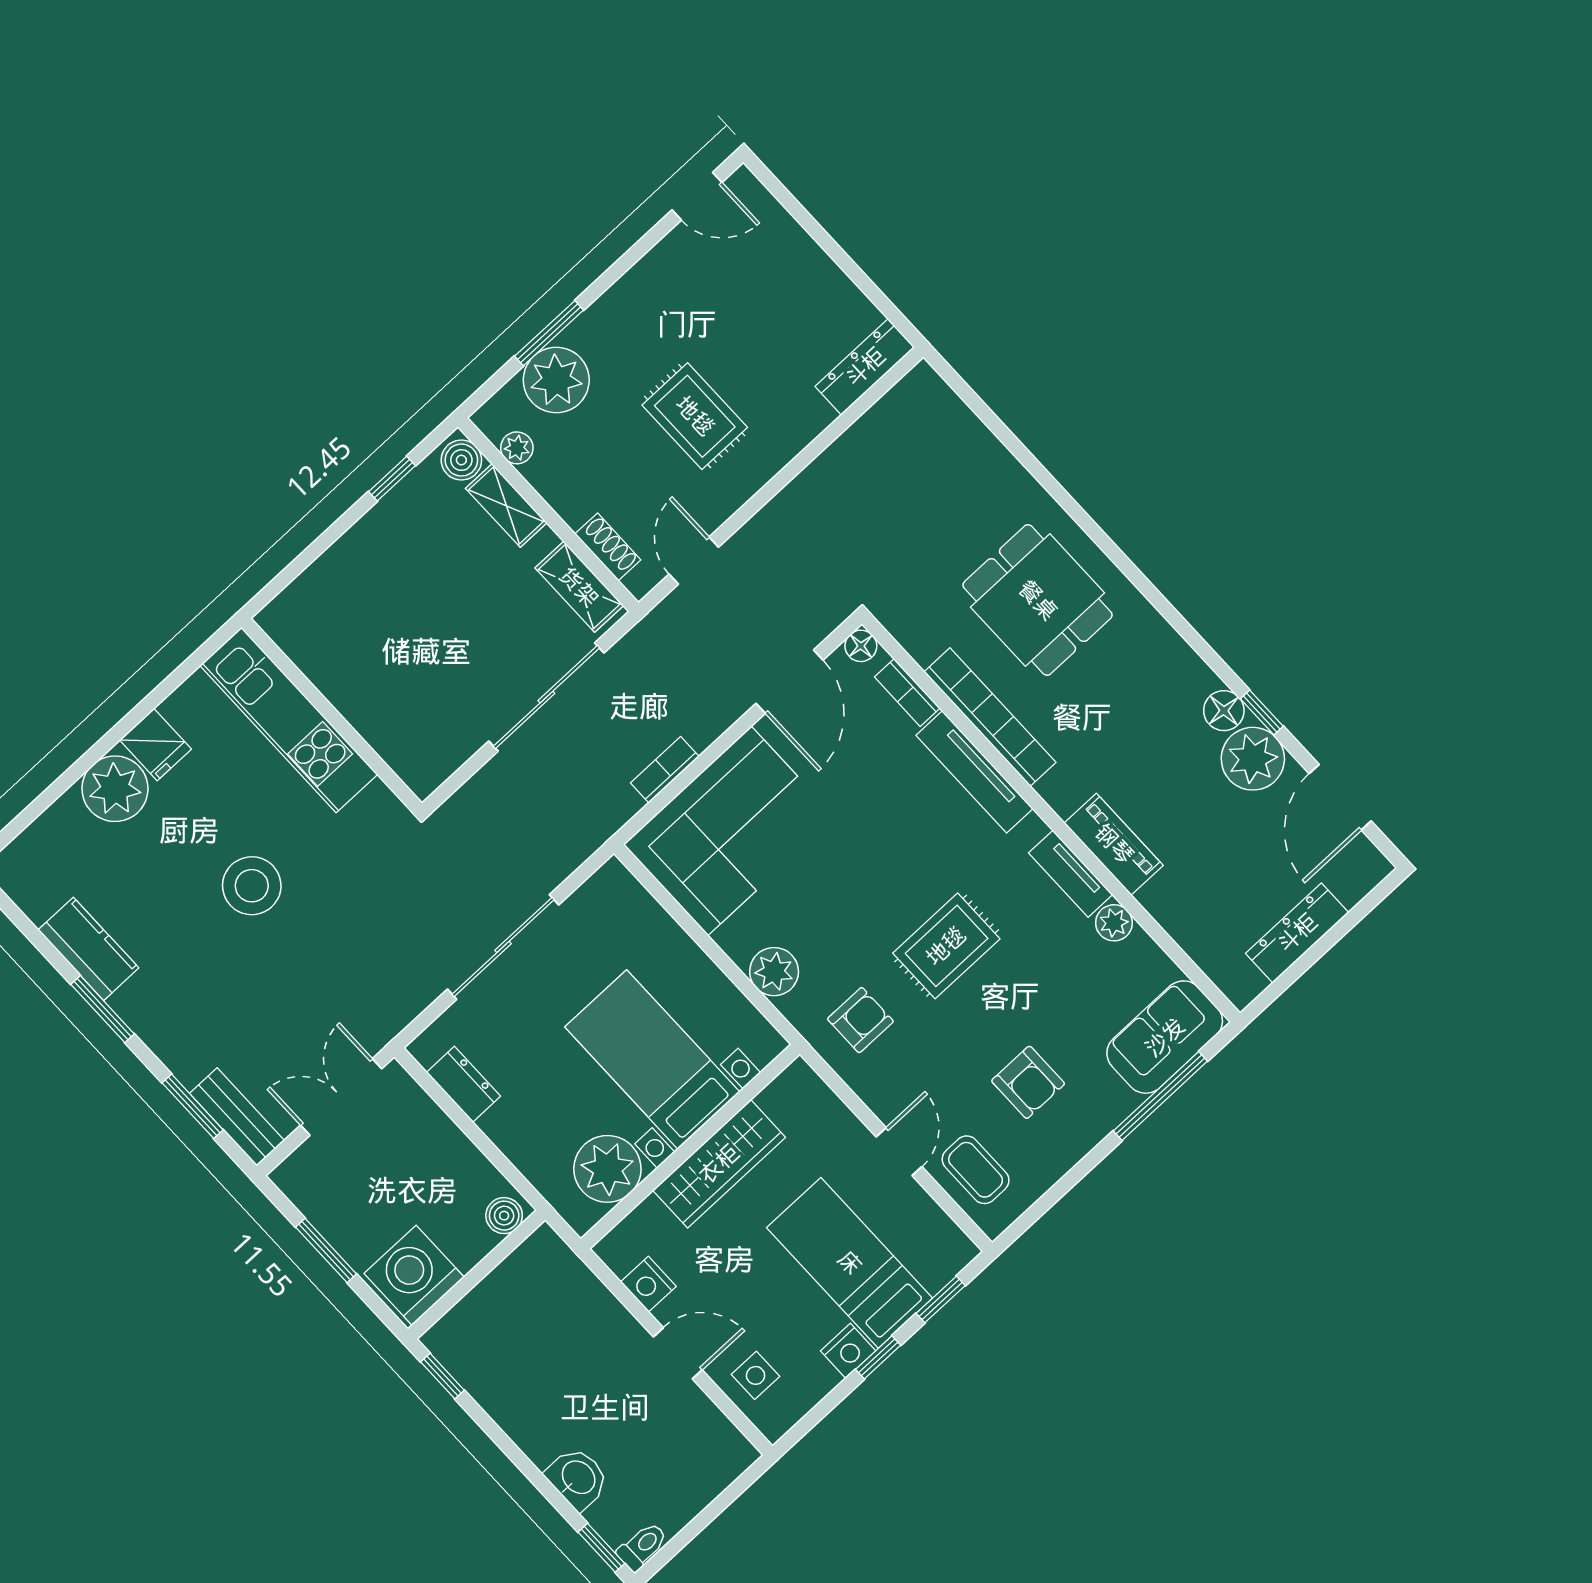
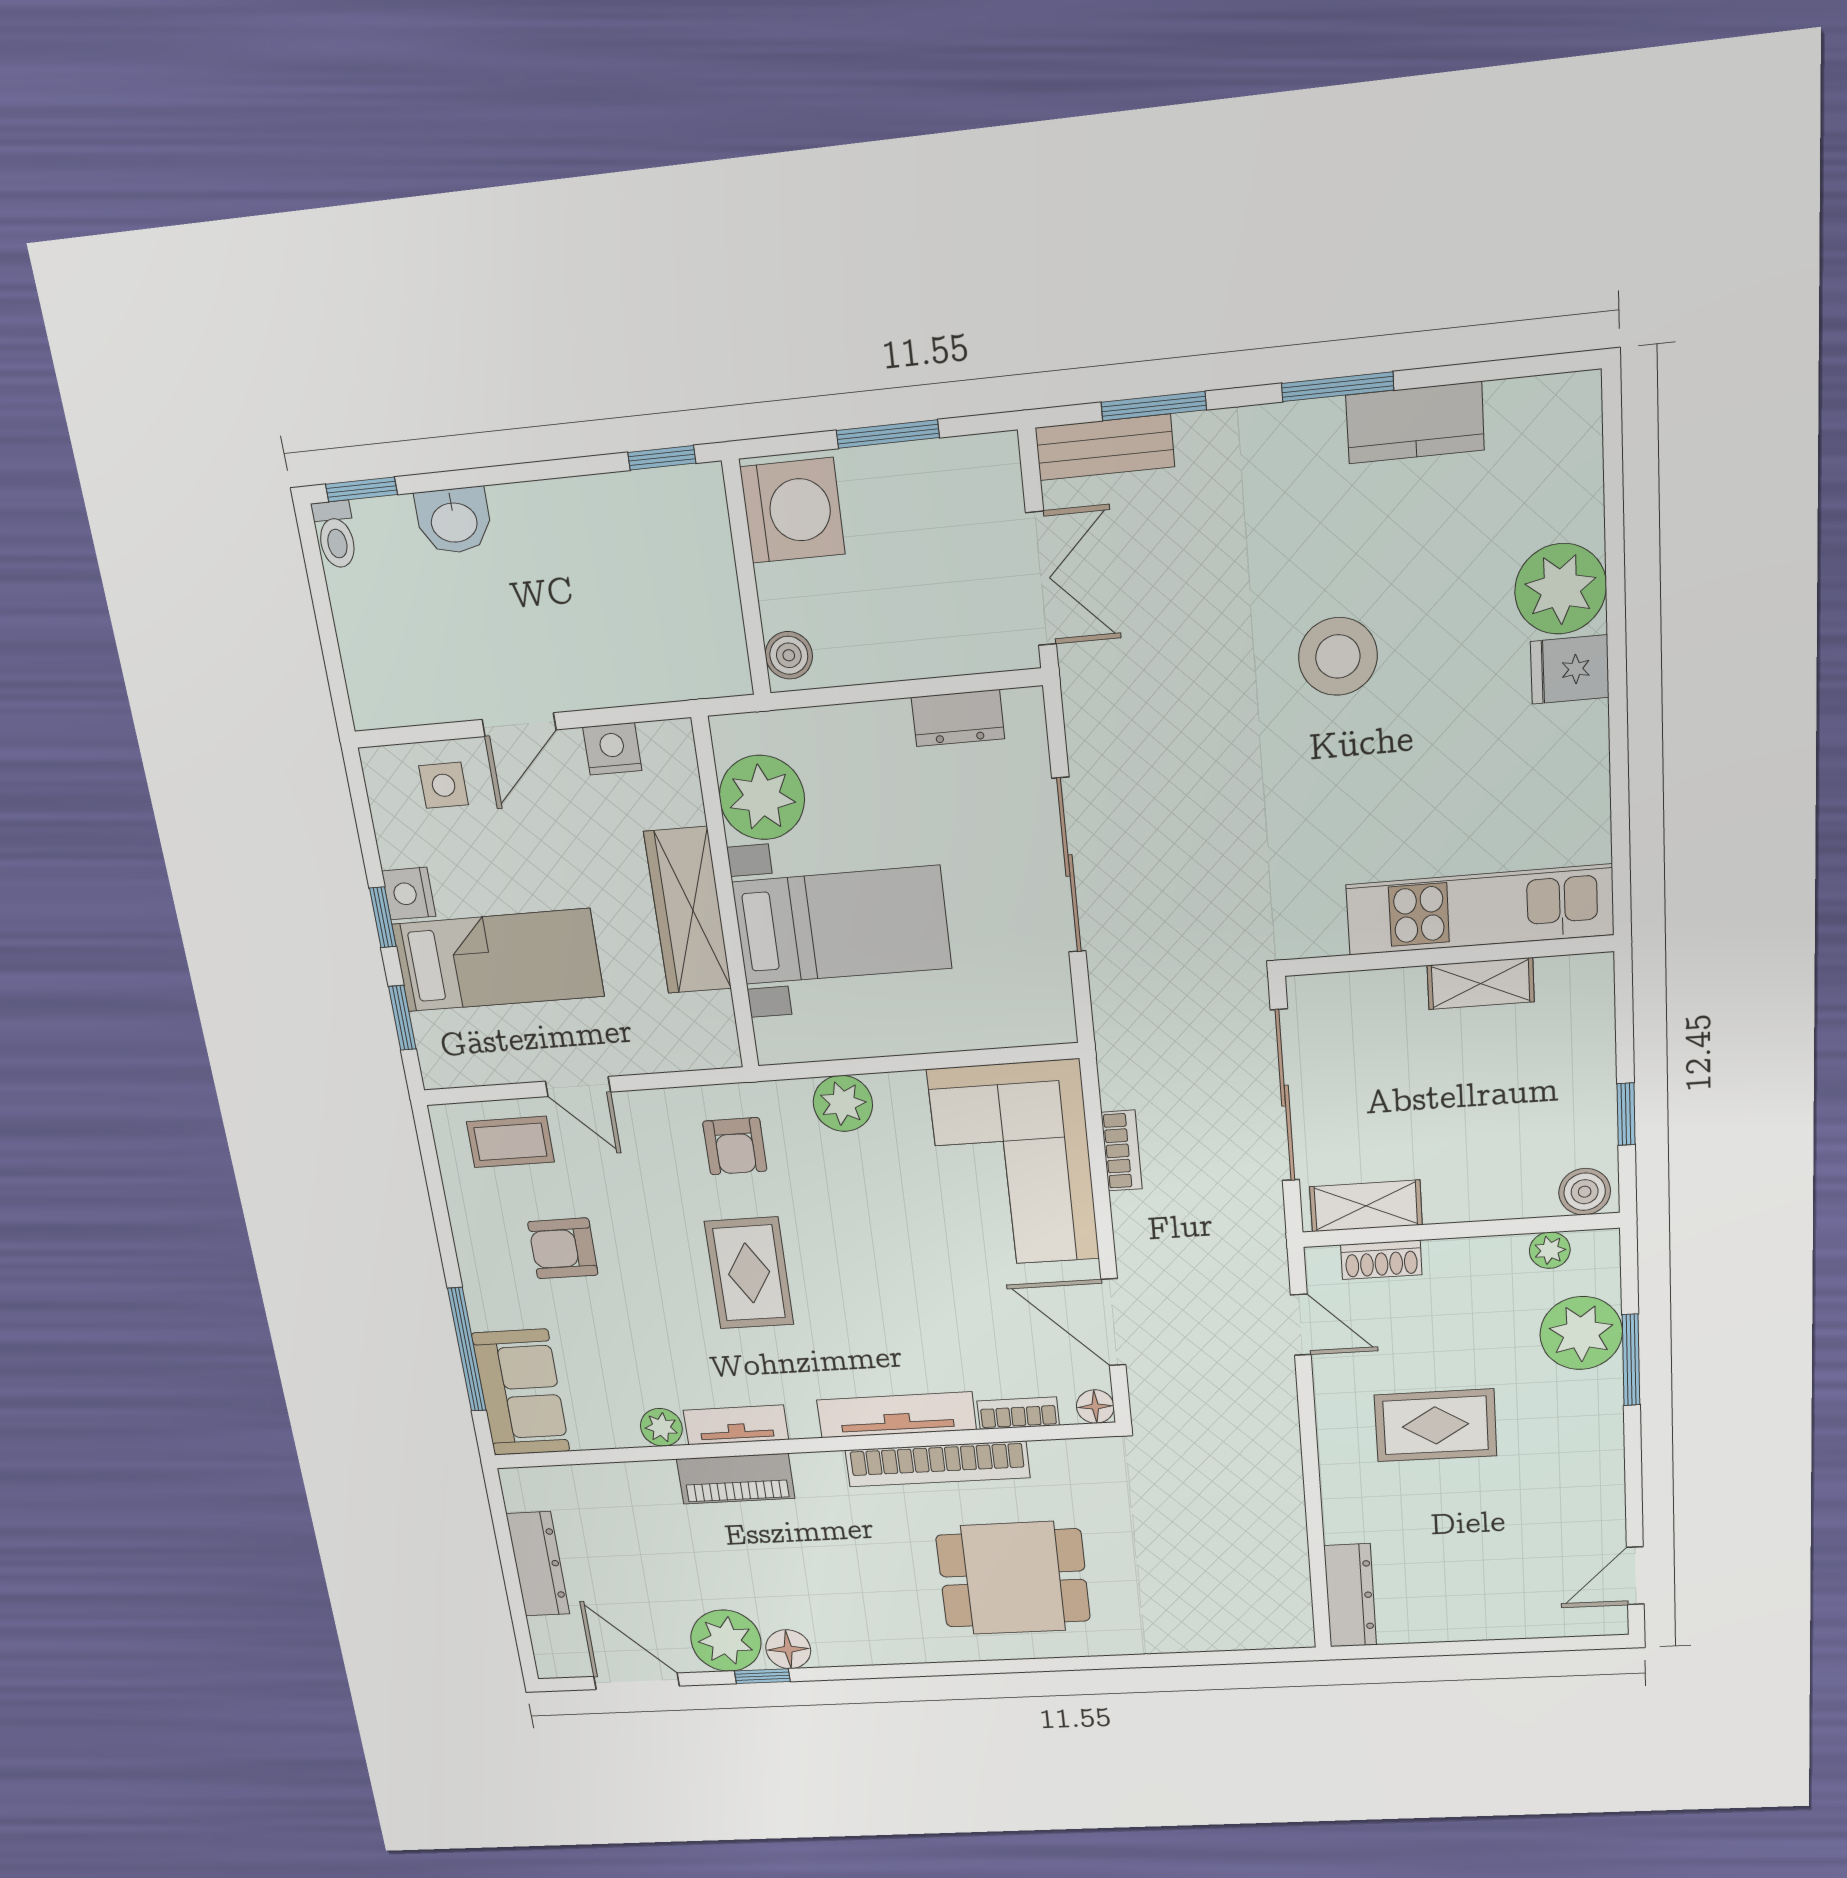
shelving: (506, 506) -> (1481, 983), moved
wall: (332, 715) -> (1448, 956), moved
kitchen unit: (289, 720) -> (1480, 910), moved

